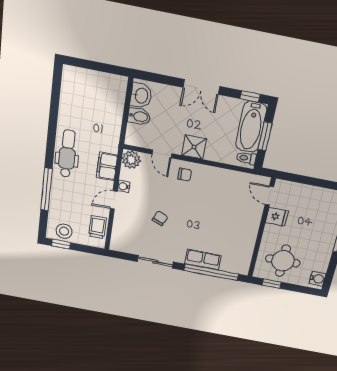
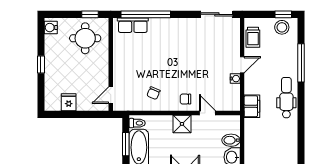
dental chair: (67, 154) -> (286, 98), turned 180
plant: (131, 160) -> (232, 103), removed
filing cabinet: (107, 166) -> (252, 106), moved
door: (269, 196) -> (111, 95), swing flipped
fridge: (277, 217) -> (69, 102), moved, turned 90
chair: (160, 218) -> (153, 93), moved
row of seats: (203, 260) -> (133, 25), moved
sliding door: (155, 262) -> (217, 14), moved

